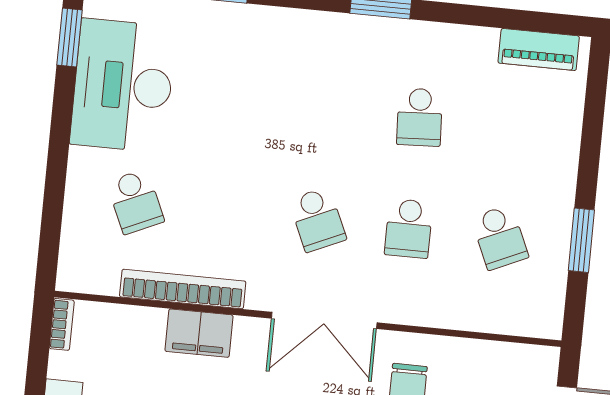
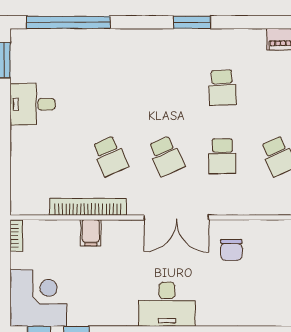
desk: (123, 85) -> (33, 104), width x0.53, depth x0.77
school desk: (135, 202) -> (110, 156), moved
filing cabinet: (199, 333) -> (91, 233), width x0.50

